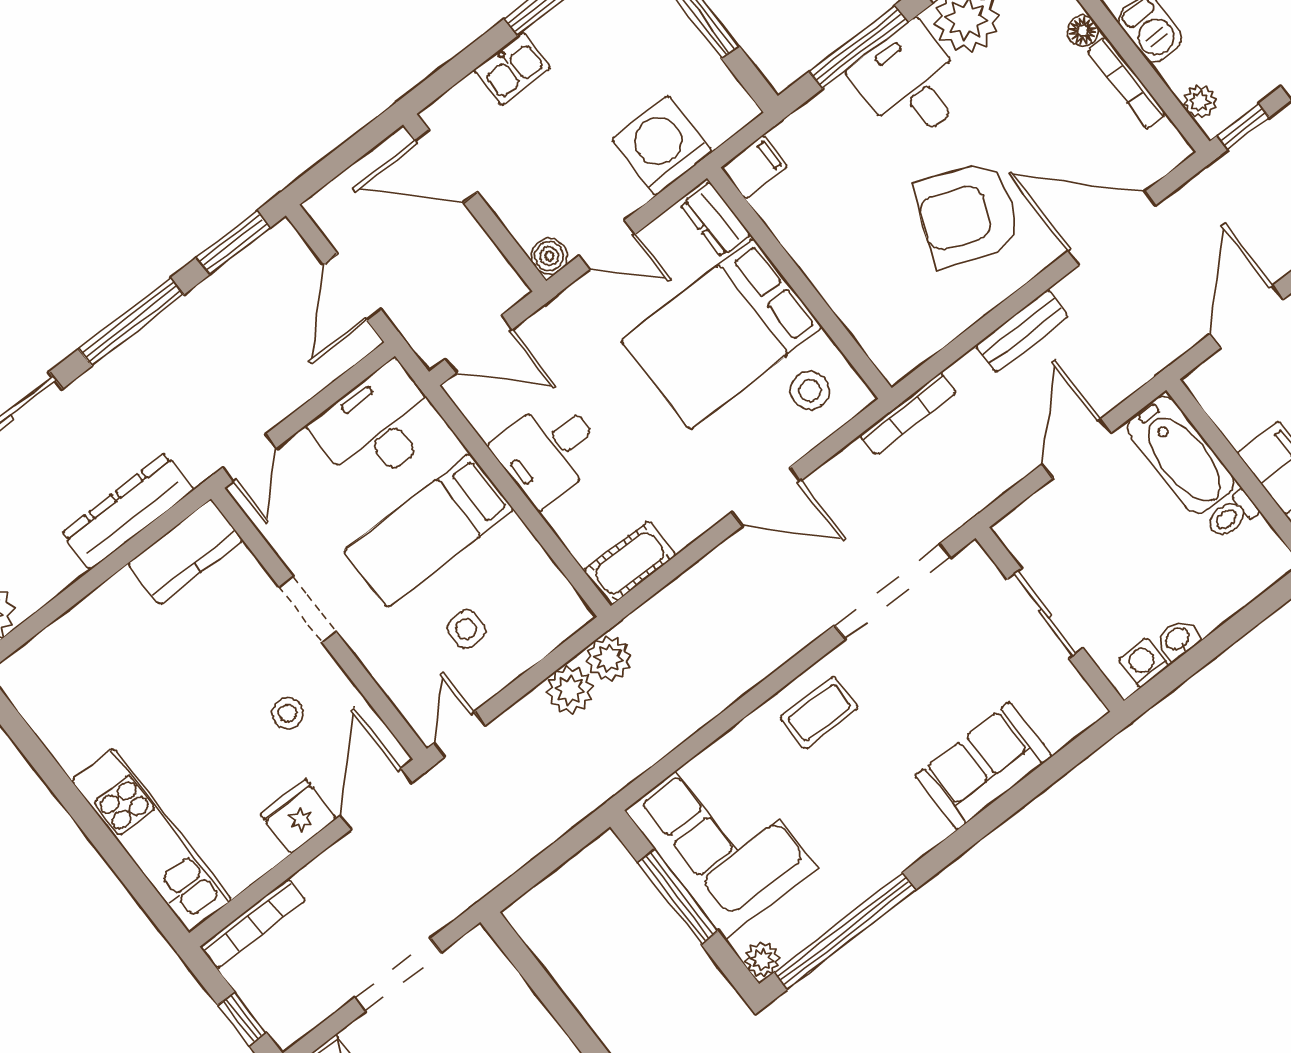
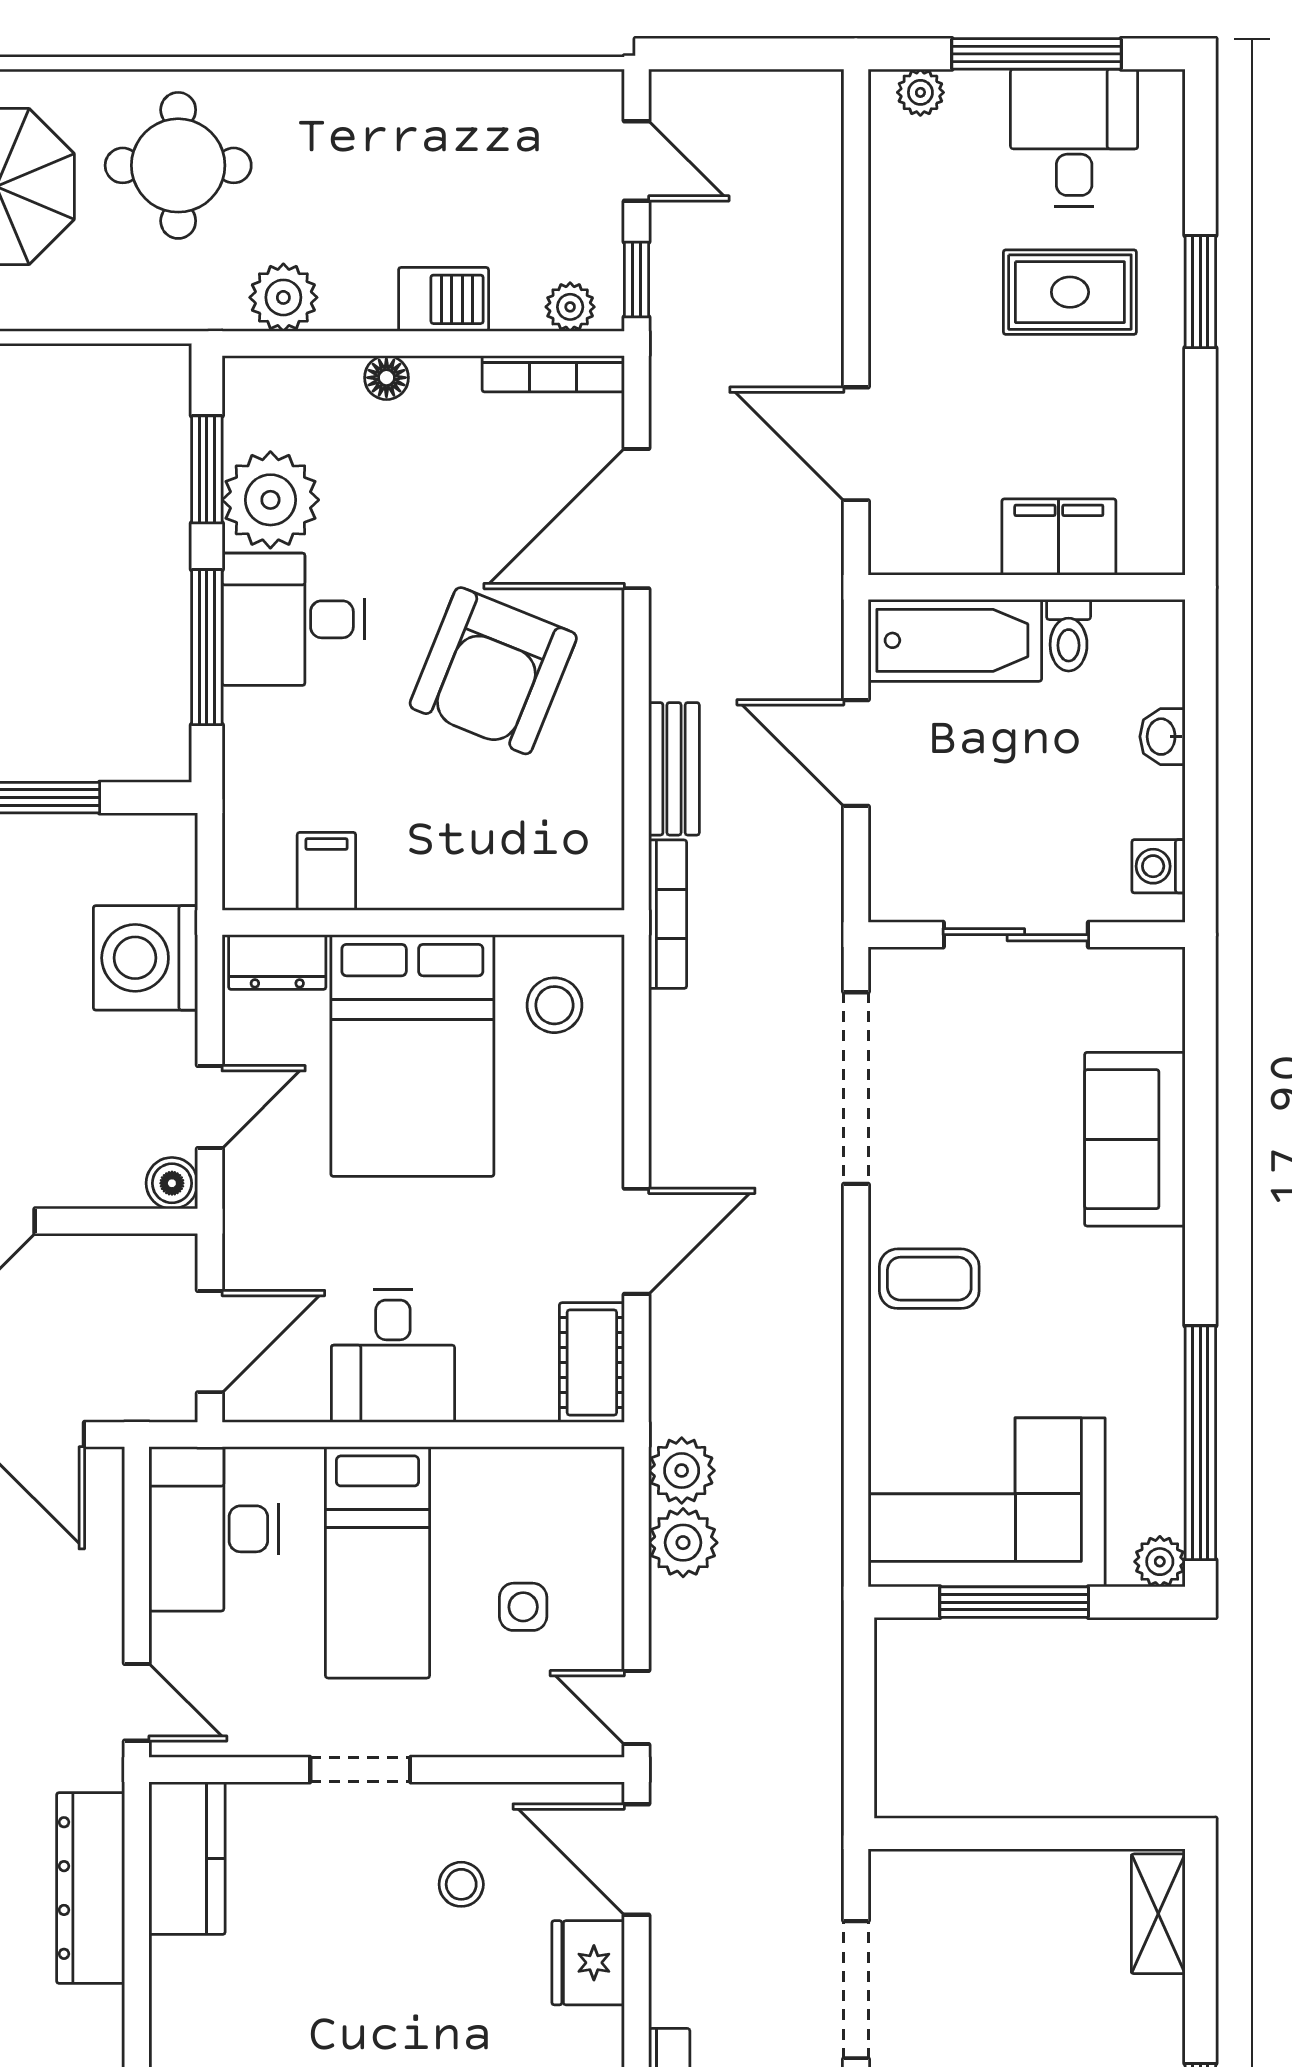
bookcase: (1127, 83) -> (553, 374), moved
filing cabinet: (754, 167) -> (326, 871), moved
bench: (1022, 331) -> (674, 769), moved
door: (766, 496) -> (637, 1241), moved
washbasin: (1178, 640) -> (1162, 737), moved
coffee table: (819, 713) -> (929, 1279), turned 90

